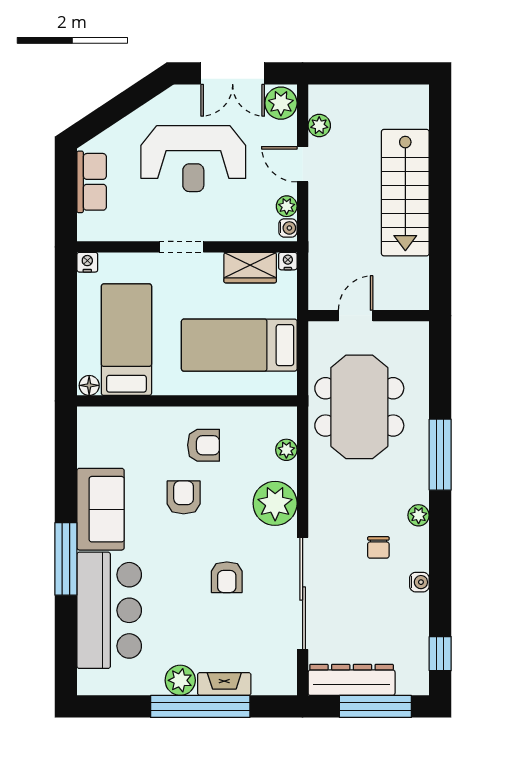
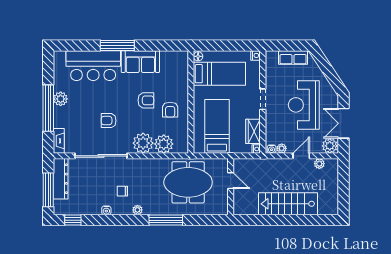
plant: (286, 450) -> (164, 144), width x1.87, depth x1.87
fireplace: (224, 684) -> (59, 141), moved

